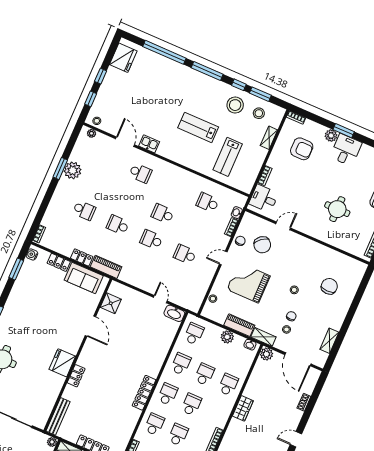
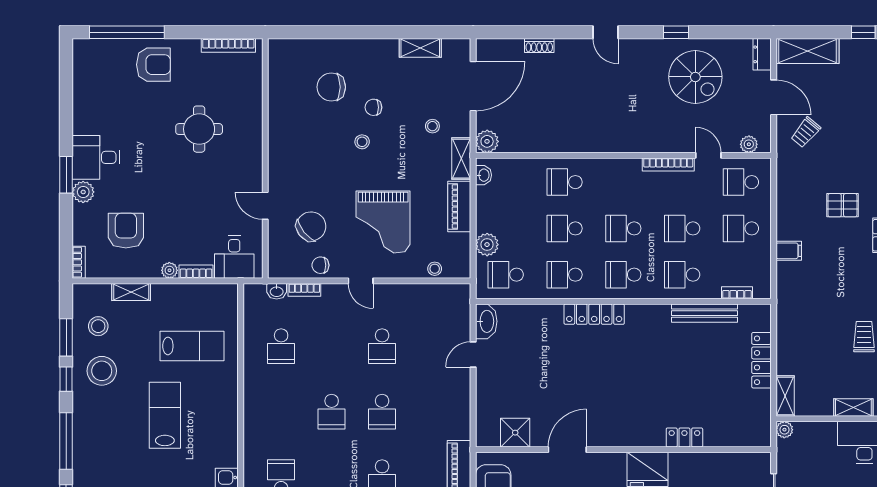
lab bench: (198, 127) -> (165, 415), turned 180
plant: (271, 162) -> (169, 270), added
chair: (291, 316) -> (373, 107), moved
plant: (227, 337) -> (487, 245), moved
locker: (76, 376) -> (684, 437), moved
locker: (144, 393) -> (594, 314), moved
wardrobe: (243, 408) -> (593, 141), removed
bench: (58, 416) -> (704, 313), moved

